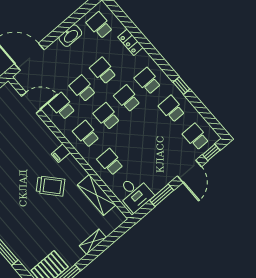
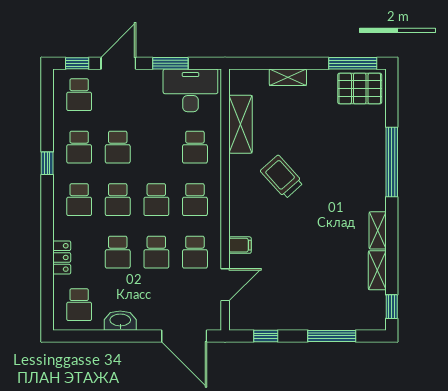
door: (31, 103) -> (225, 285), swing flipped
school desk: (151, 127) -> (118, 147), added
filing cabinet: (61, 153) -> (240, 245), moved
desk: (135, 193) -> (190, 90), width x1.37

